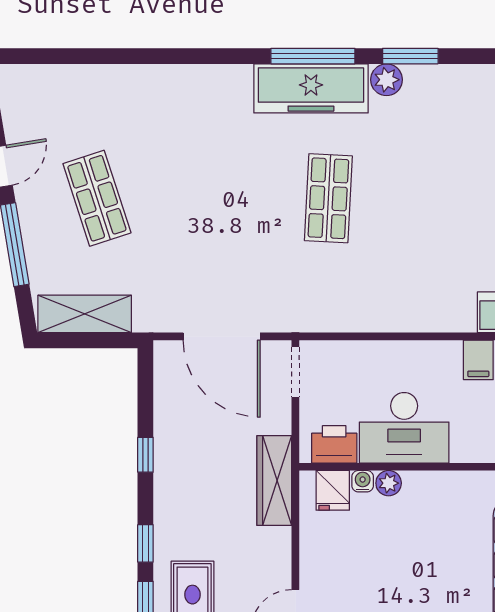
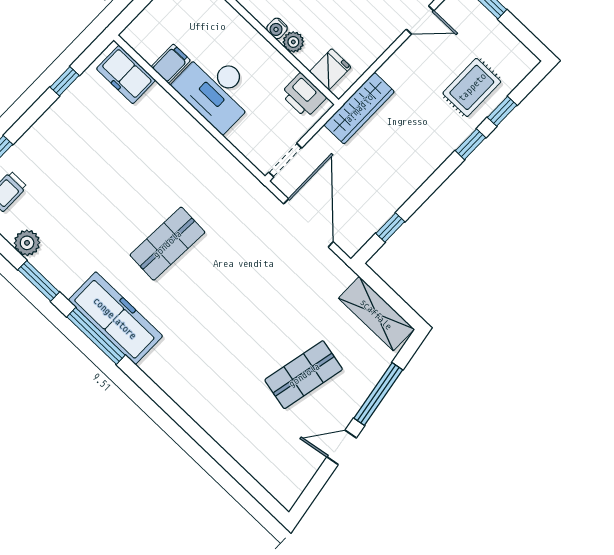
plant: (387, 80) -> (27, 243), moved
shop shelf: (97, 198) -> (304, 375), turned 30
desk: (404, 428) -> (216, 90), moved, turned 180
window: (145, 455) -> (390, 228), moved
water cooler: (363, 481) -> (277, 28), moved

